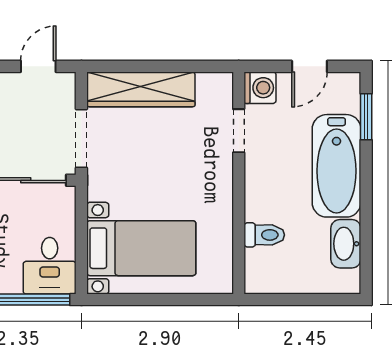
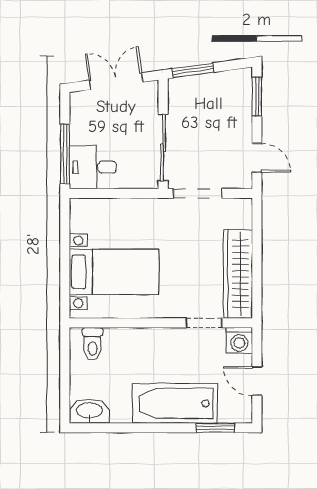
wardrobe: (141, 89) -> (238, 274), moved
toilet: (264, 235) -> (93, 344), moved
washbasin: (346, 244) -> (89, 411), moved
bed with nightstands: (141, 248) -> (114, 272), moved, turned -90

